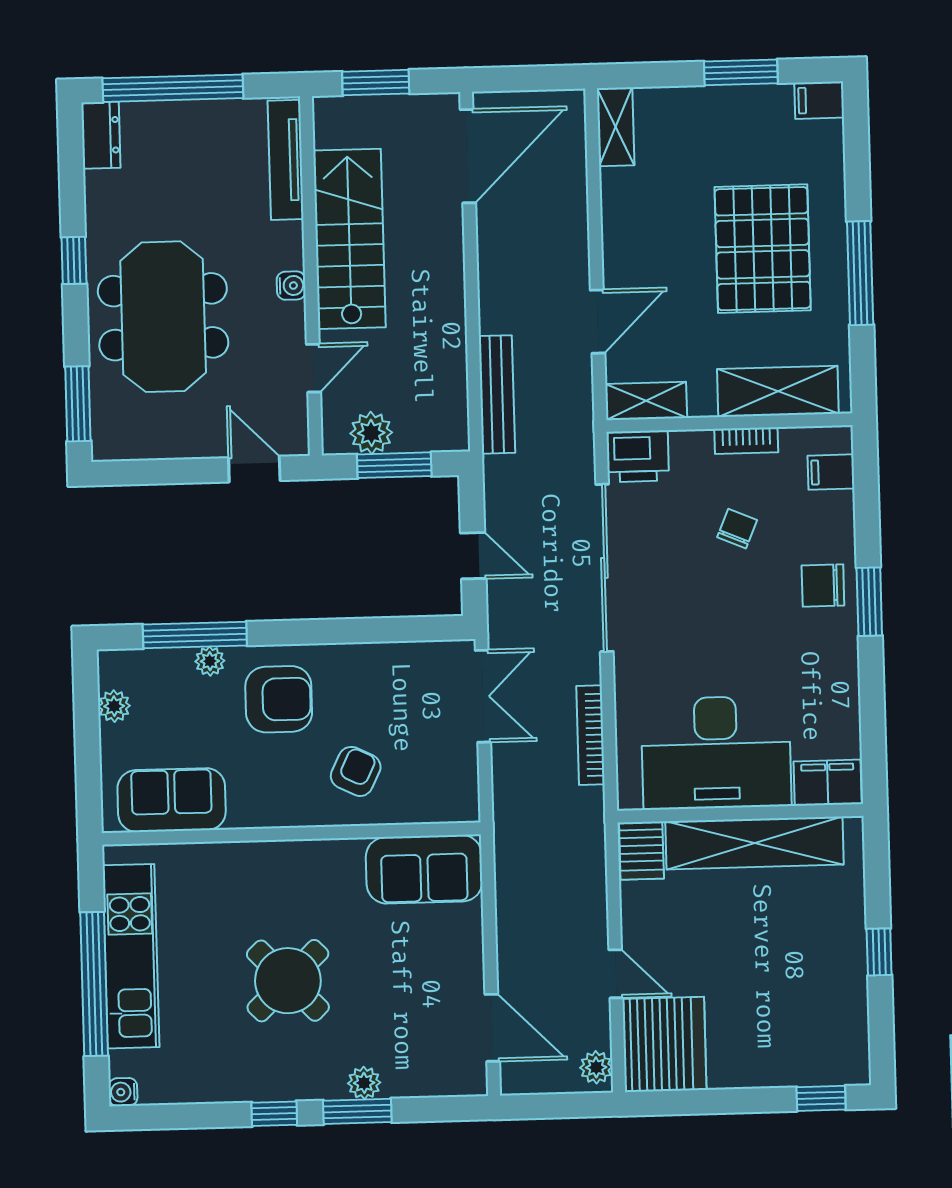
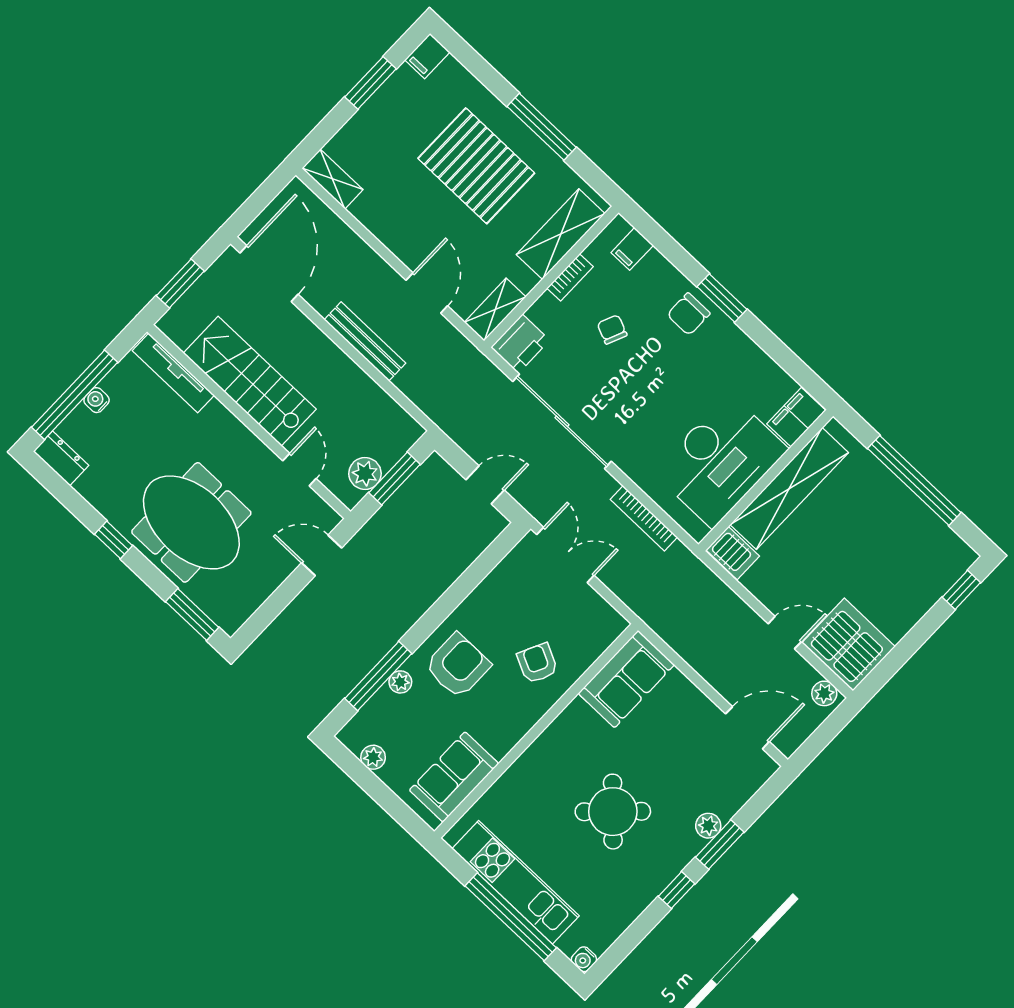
water cooler: (291, 286) -> (97, 400), moved, turned -90
bench: (497, 394) -> (365, 341), moved
window: (879, 952) -> (914, 480), width x3.17

